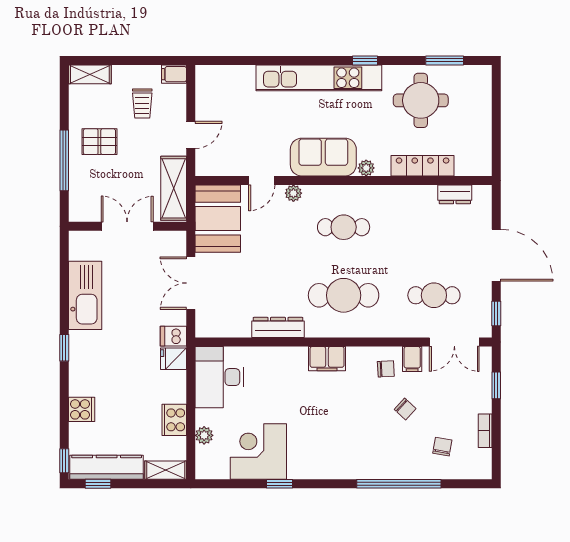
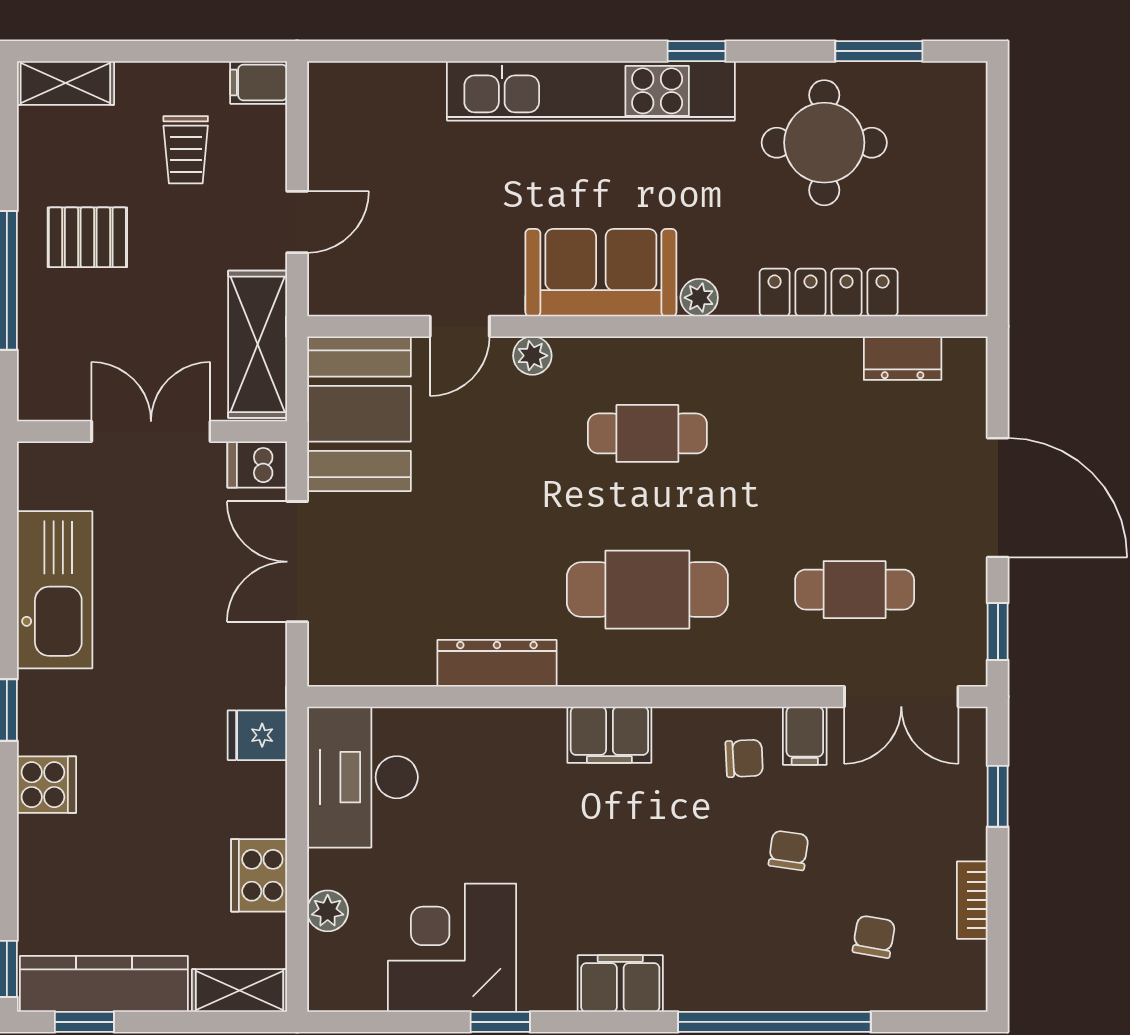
dishwasher: (173, 336) -> (257, 465), moved
cooker: (82, 409) -> (47, 785), moved
chair: (405, 409) -> (789, 850), turned -125
filing cabinet: (332, 467) -> (620, 984), added

